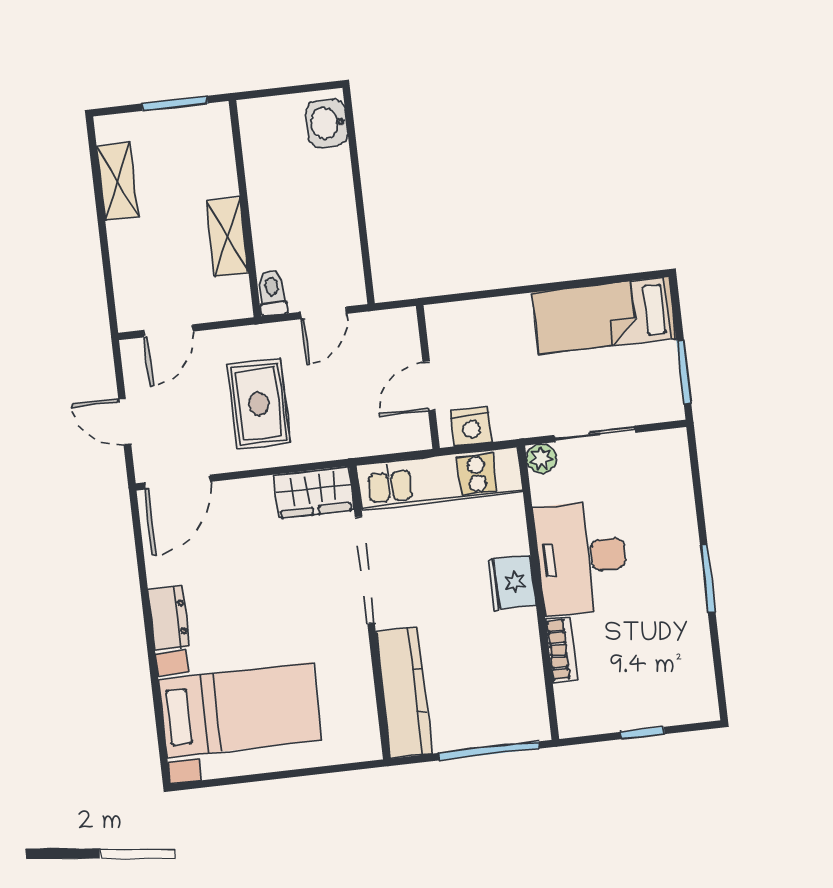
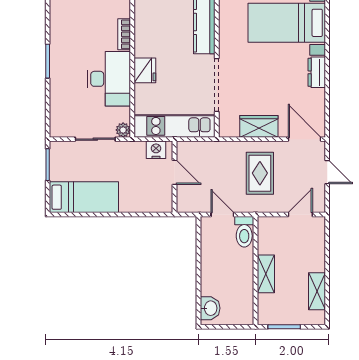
shelving: (227, 237) -> (266, 274), moved
toilet: (272, 293) -> (244, 232), width x1.37, depth x1.39
door: (324, 313) -> (222, 215), hinge flipped
door: (429, 386) -> (175, 172), hinge flipped
door: (177, 482) -> (305, 139), hinge flipped
wardrobe: (314, 492) -> (259, 126), moved

